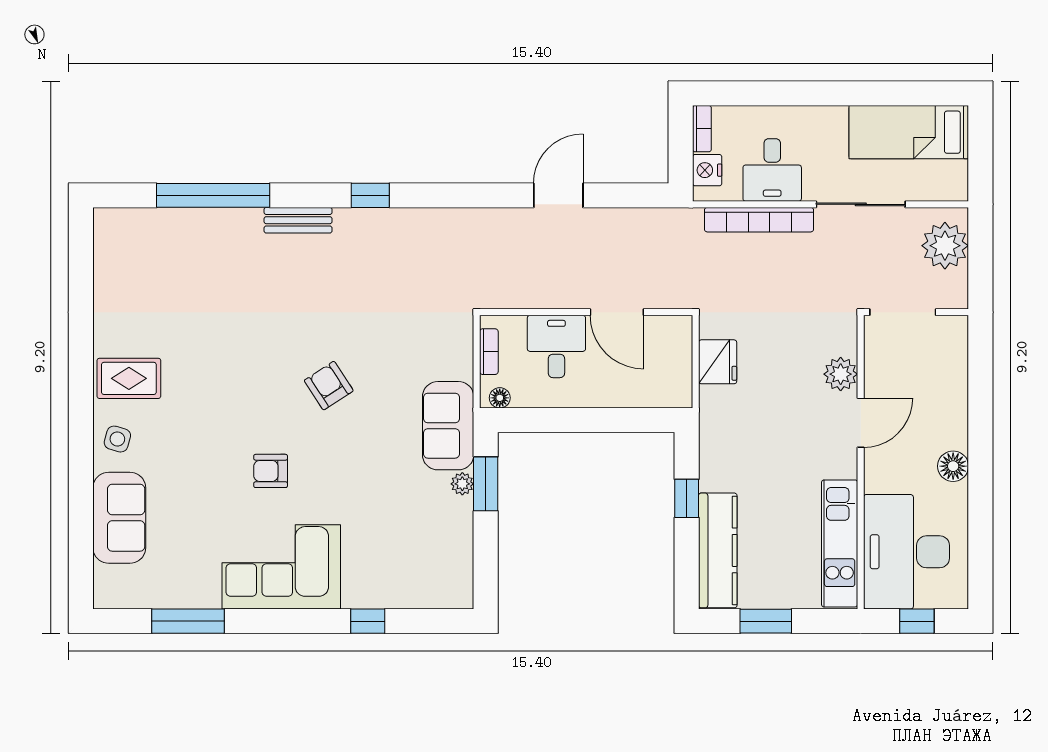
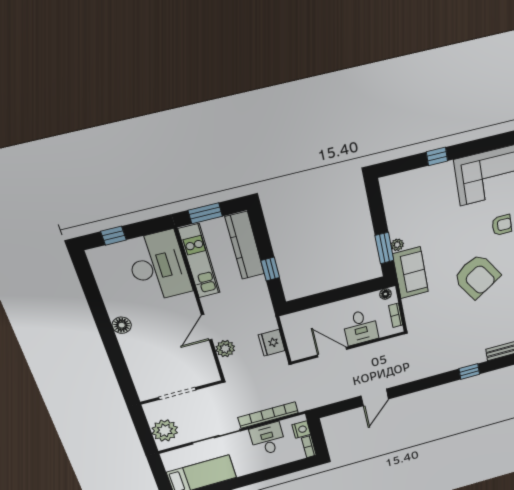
plant: (841, 374) -> (225, 349), moved
armchair: (329, 386) -> (477, 276), width x1.88, depth x1.88
door: (861, 423) -> (207, 327), moved
wall: (861, 462) -> (200, 307), moved
kitchen unit: (840, 543) -> (199, 261), moved
desk: (906, 552) -> (158, 266), moved

